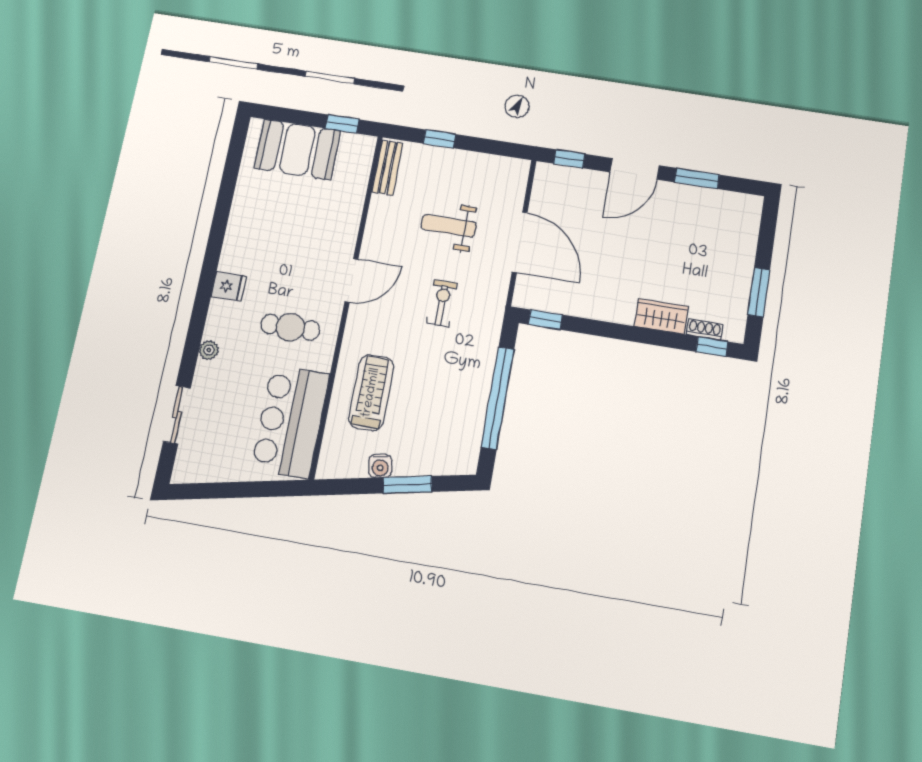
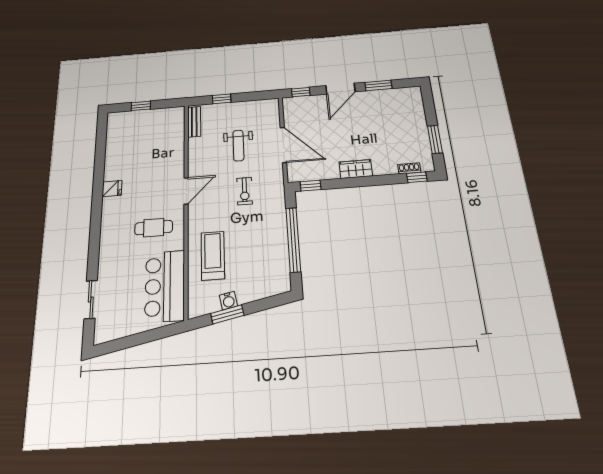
window: (342, 124) -> (141, 106), moved
booth: (297, 149) -> (138, 124), removed
weight bench: (449, 226) -> (238, 146), turned -90
fridge: (229, 286) -> (112, 189), moved
exercise bike: (442, 303) -> (245, 191), turned 180
wardrobe: (661, 316) -> (356, 169), moved
plant: (209, 350) -> (105, 254), removed
window: (408, 485) -> (227, 314), moved

